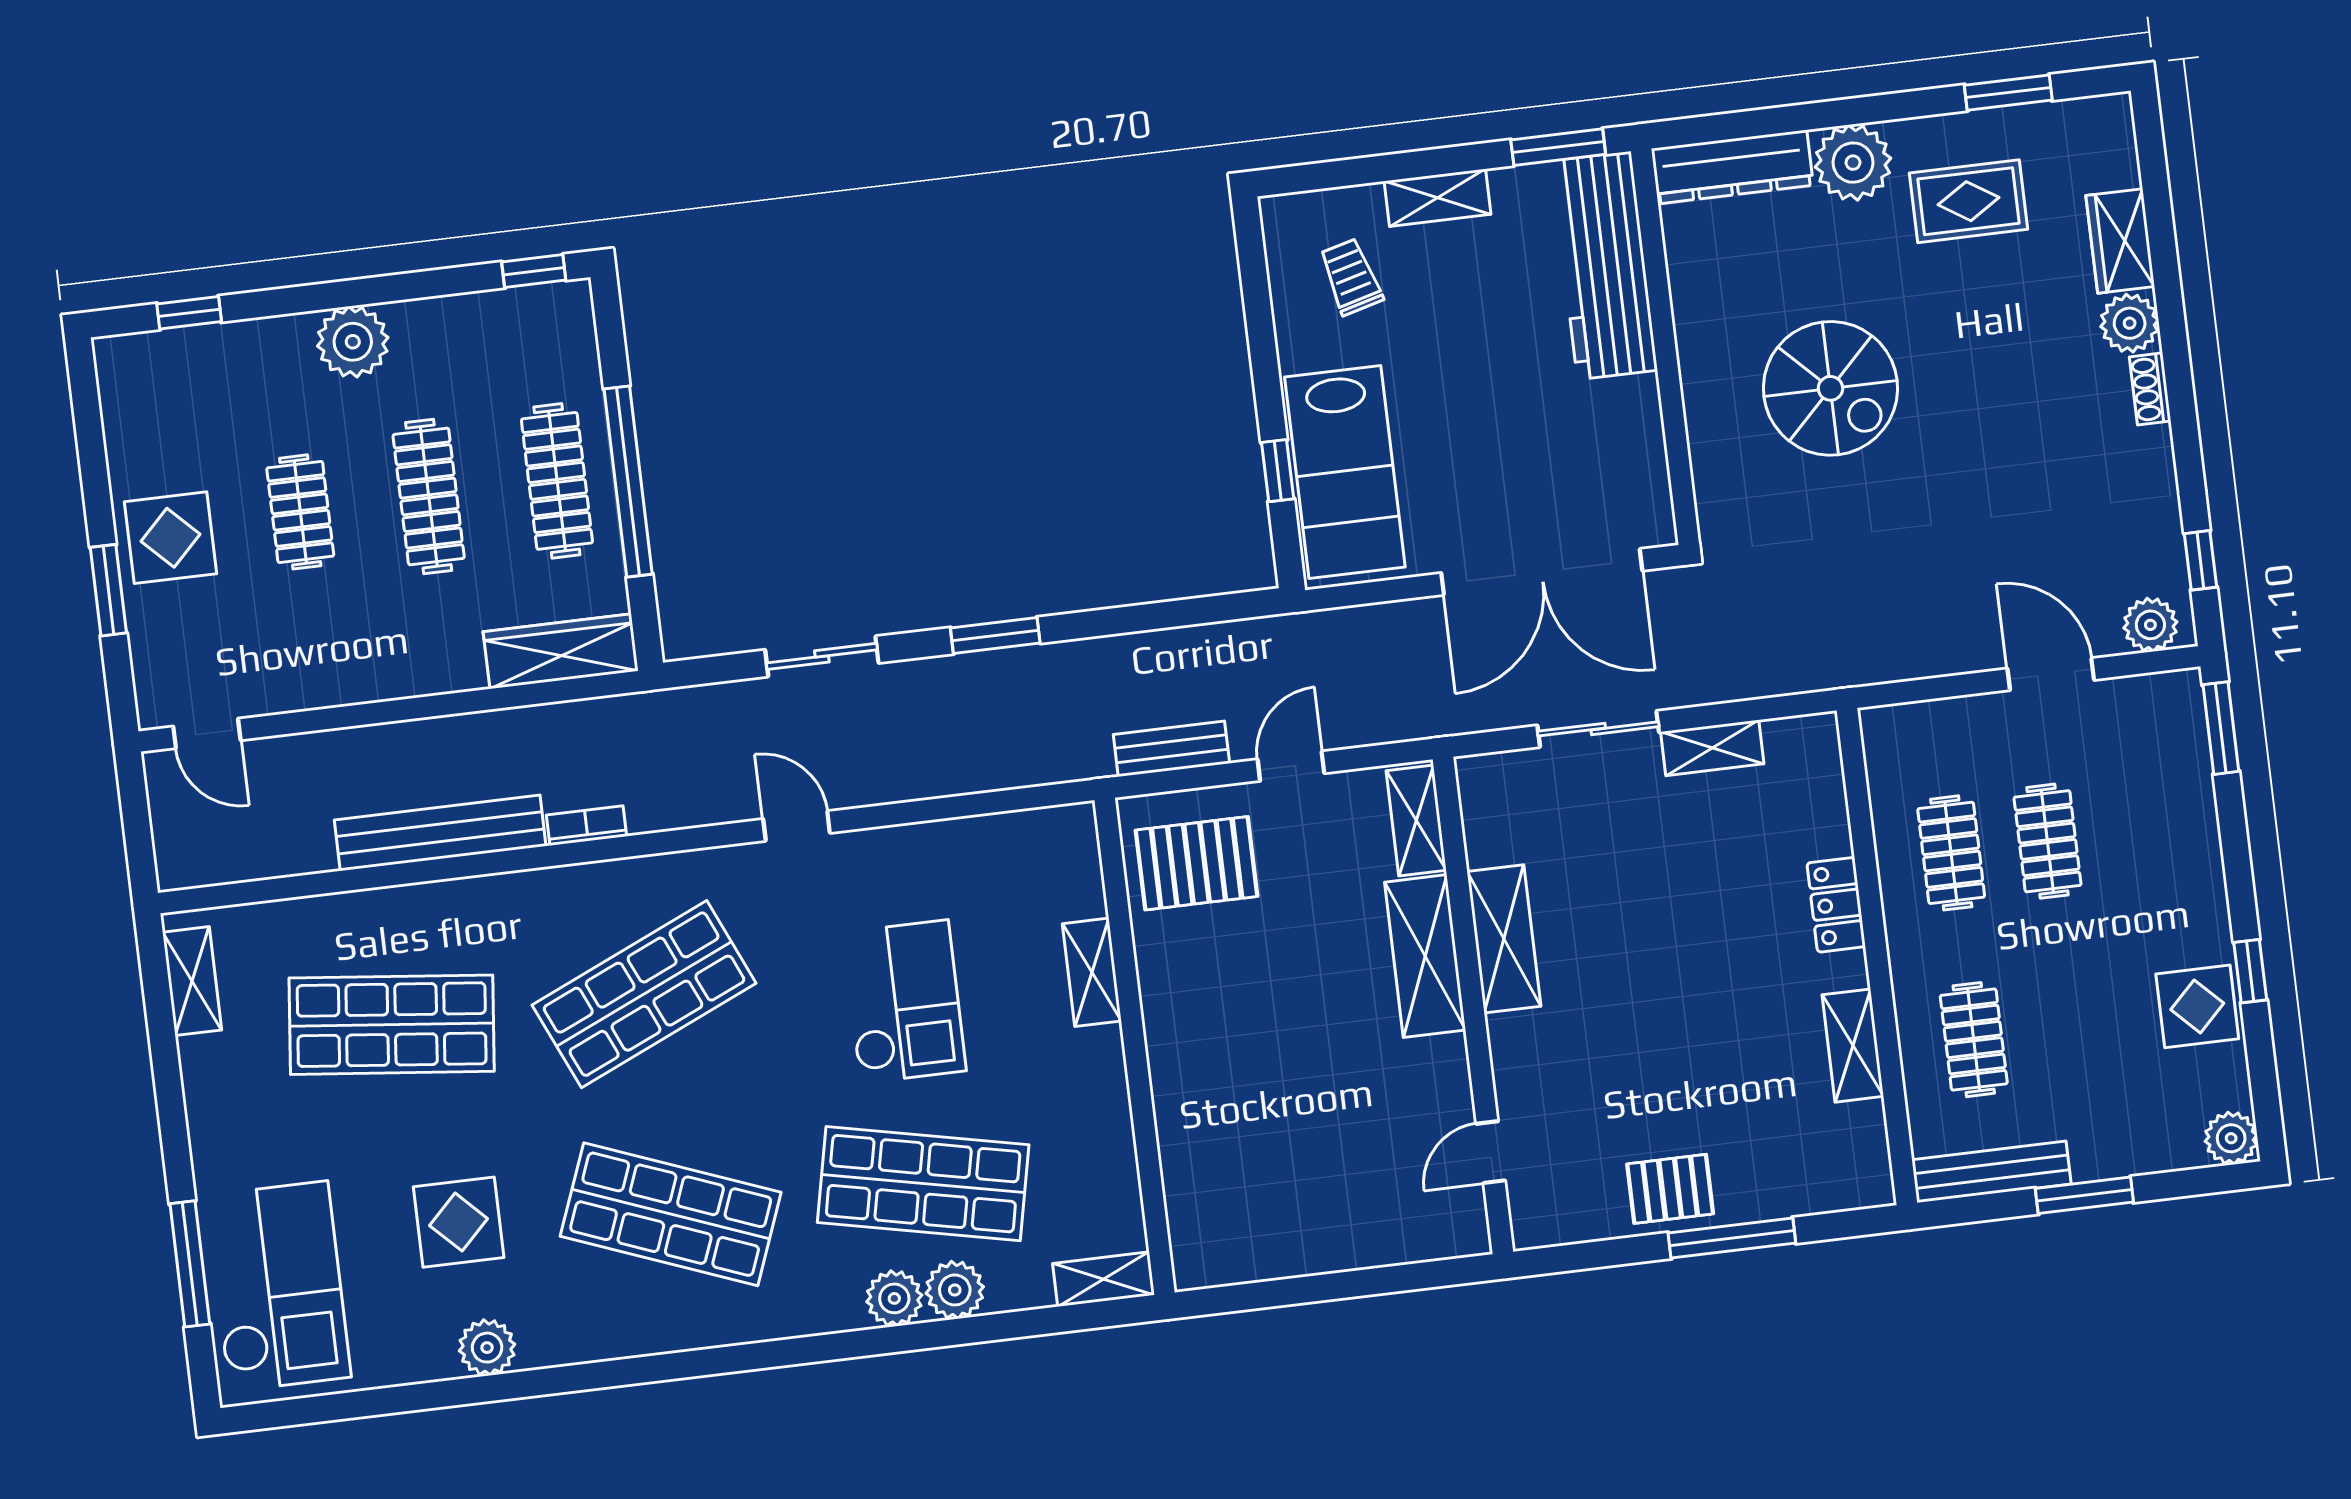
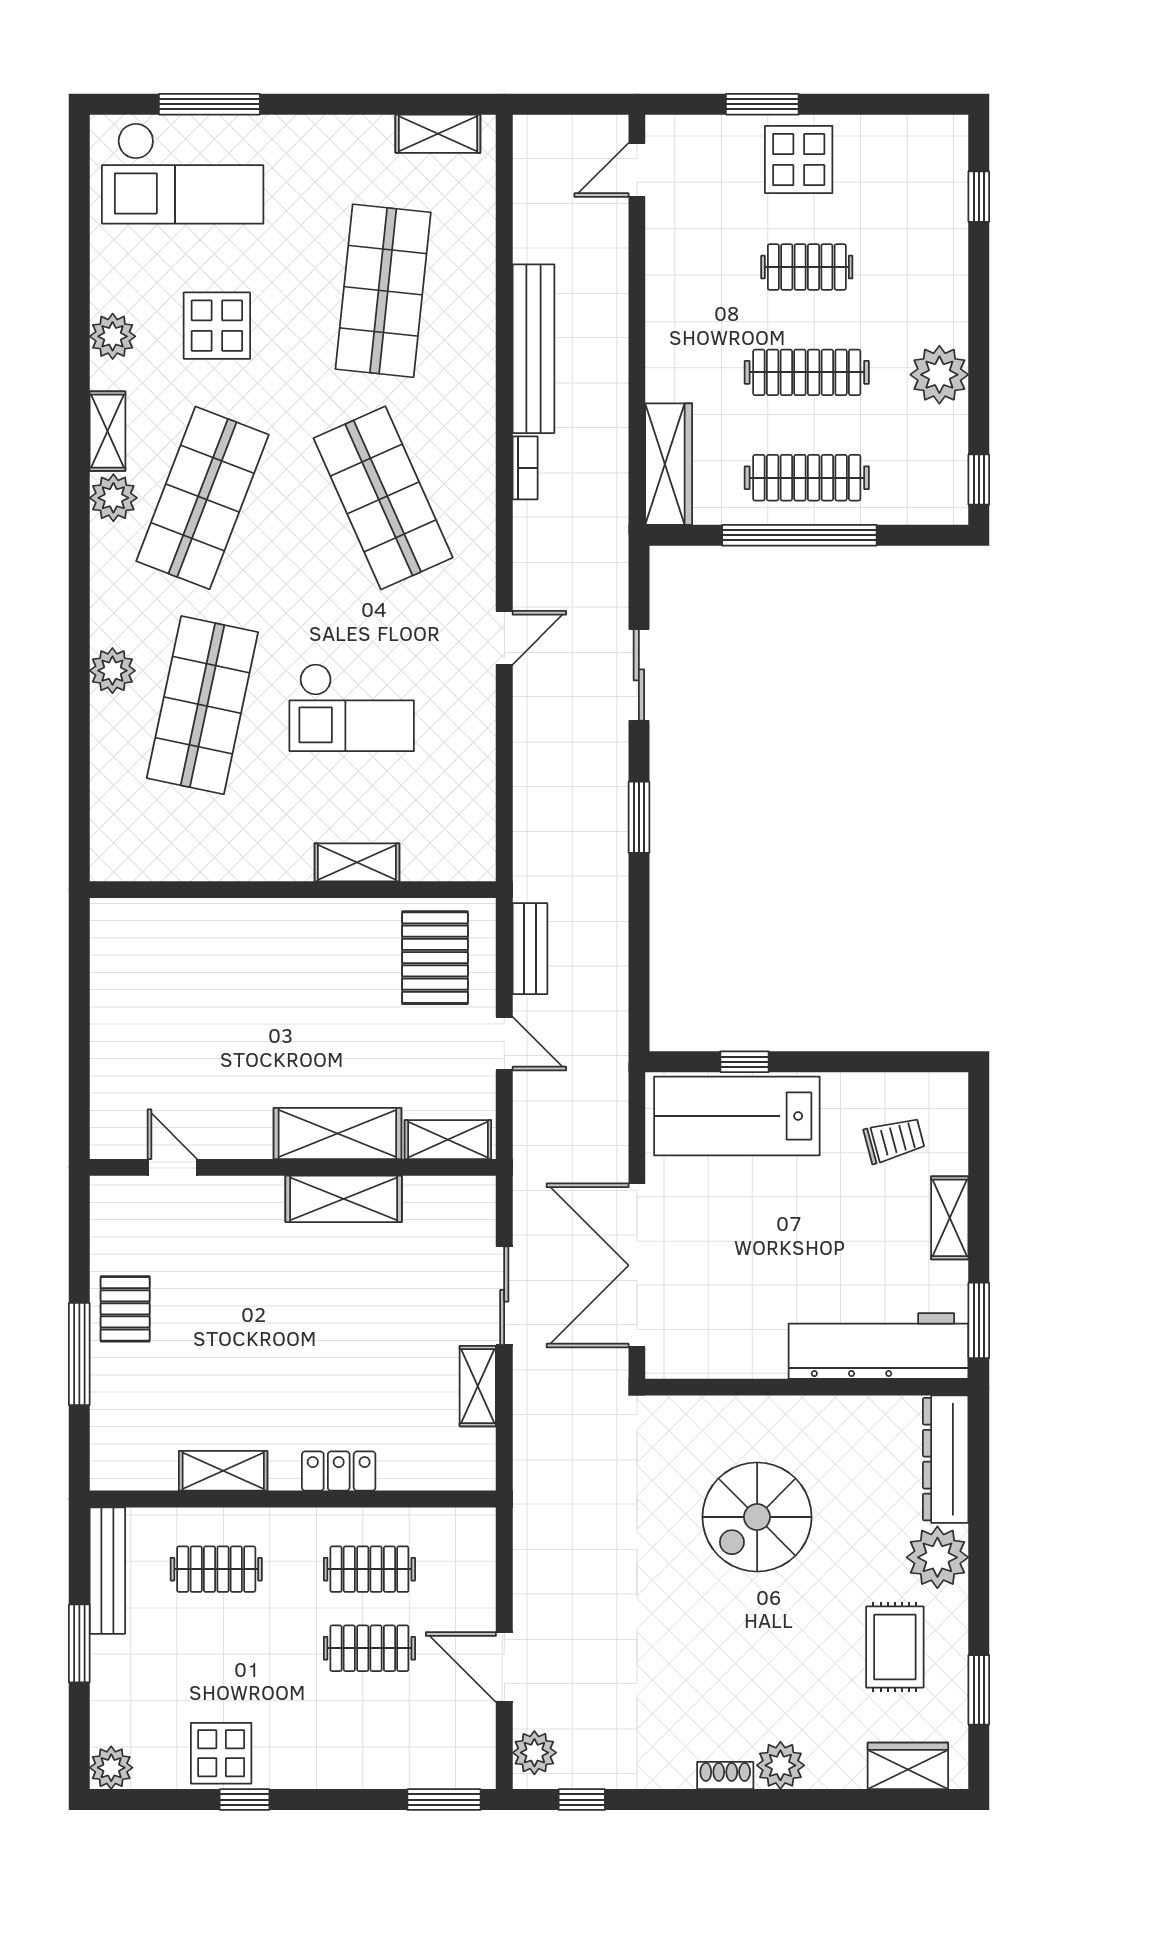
wardrobe: (2120, 241) -> (908, 1766), moved
plant: (353, 342) -> (939, 375), moved
door: (2051, 674) -> (504, 1667), swing flipped
shelving: (1103, 1279) -> (108, 431), moved
plant: (955, 1290) -> (113, 498), moved

